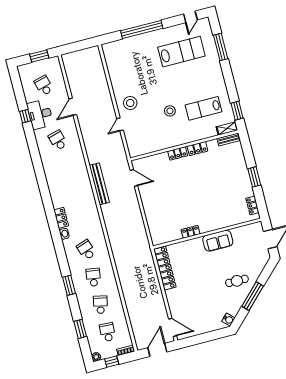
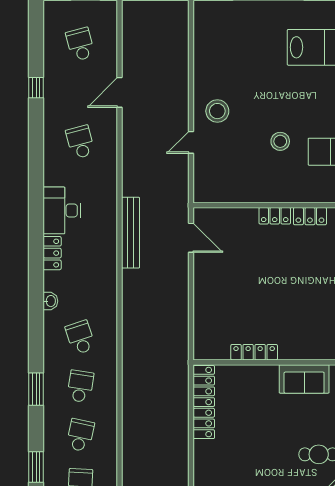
desk: (40, 114) -> (62, 210), moved
locker: (61, 218) -> (52, 253), moved
locker: (191, 232) -> (254, 352), width x1.53

